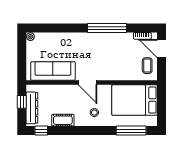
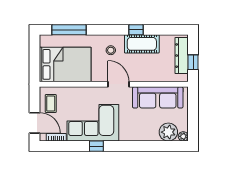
window: (107, 28) -> (96, 146), width x0.32
plant: (44, 40) -> (168, 132), added
corner sofa: (110, 49) -> (93, 123), added
cot: (63, 120) -> (142, 44), width x1.37, depth x1.34
window: (41, 131) -> (136, 30), moved

